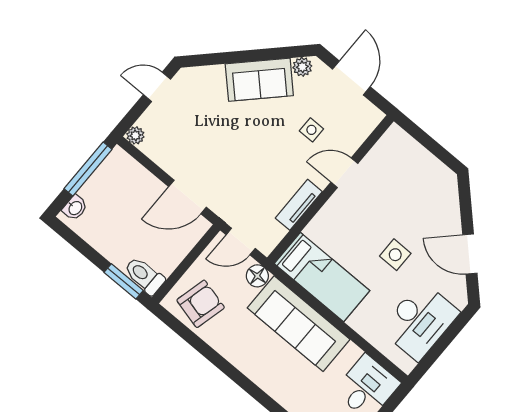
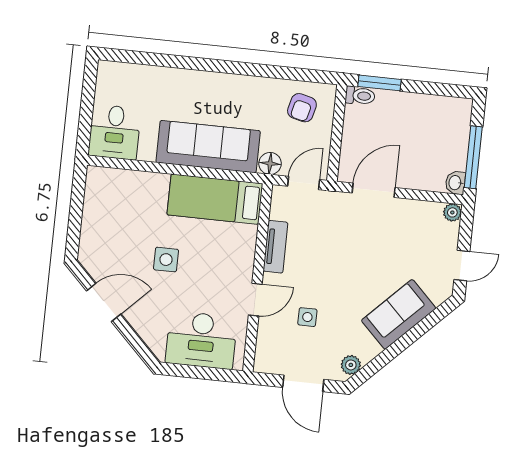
sofa: (259, 80) -> (399, 314), moved
washbasin: (75, 208) -> (455, 183), moved
toilet: (144, 276) -> (360, 96), width x0.73, depth x0.72
armchair: (201, 304) -> (302, 108), width x0.72, depth x0.72
desk: (420, 321) -> (201, 340), moved, turned -90

